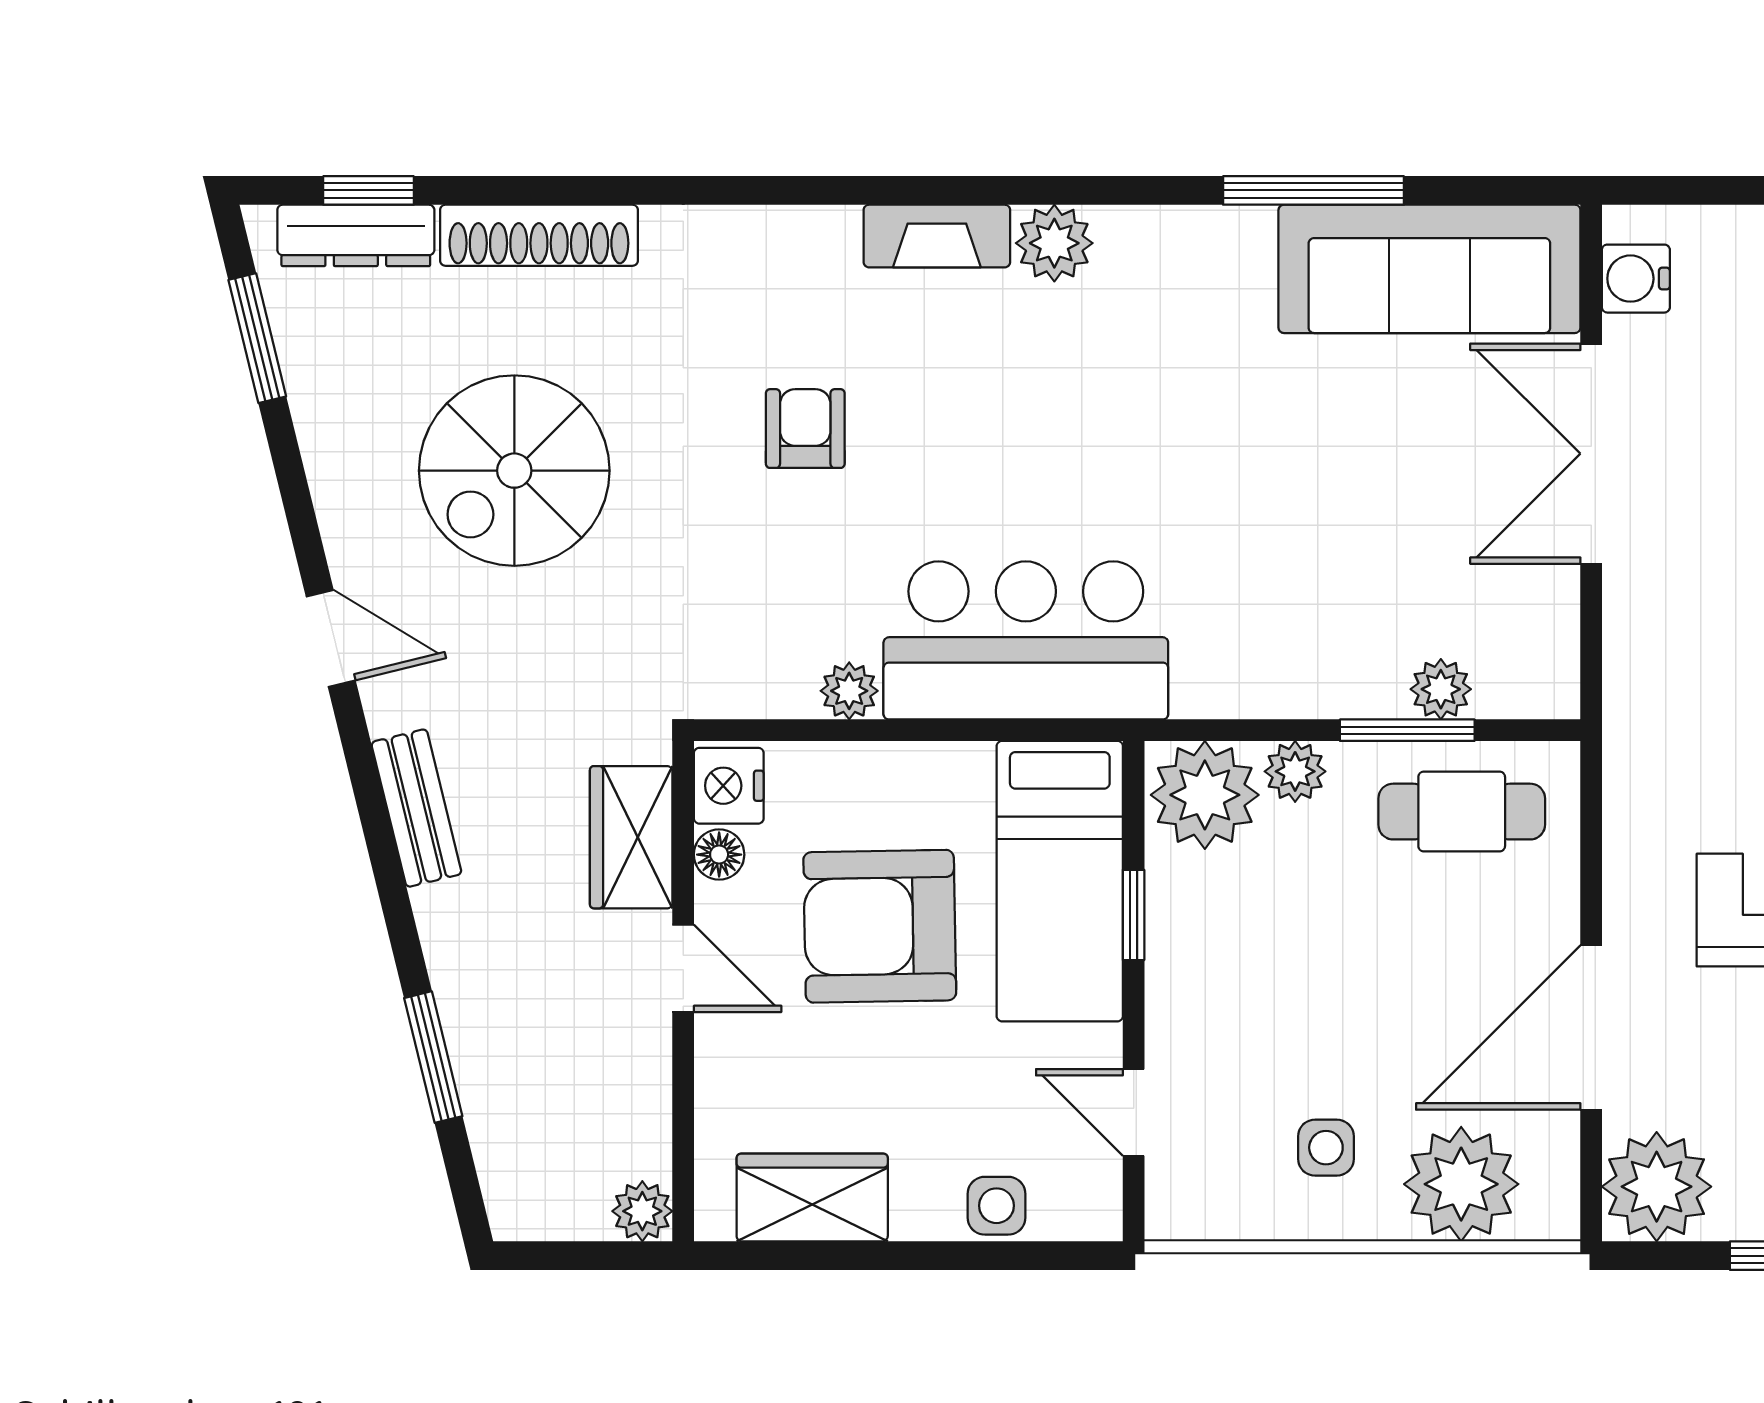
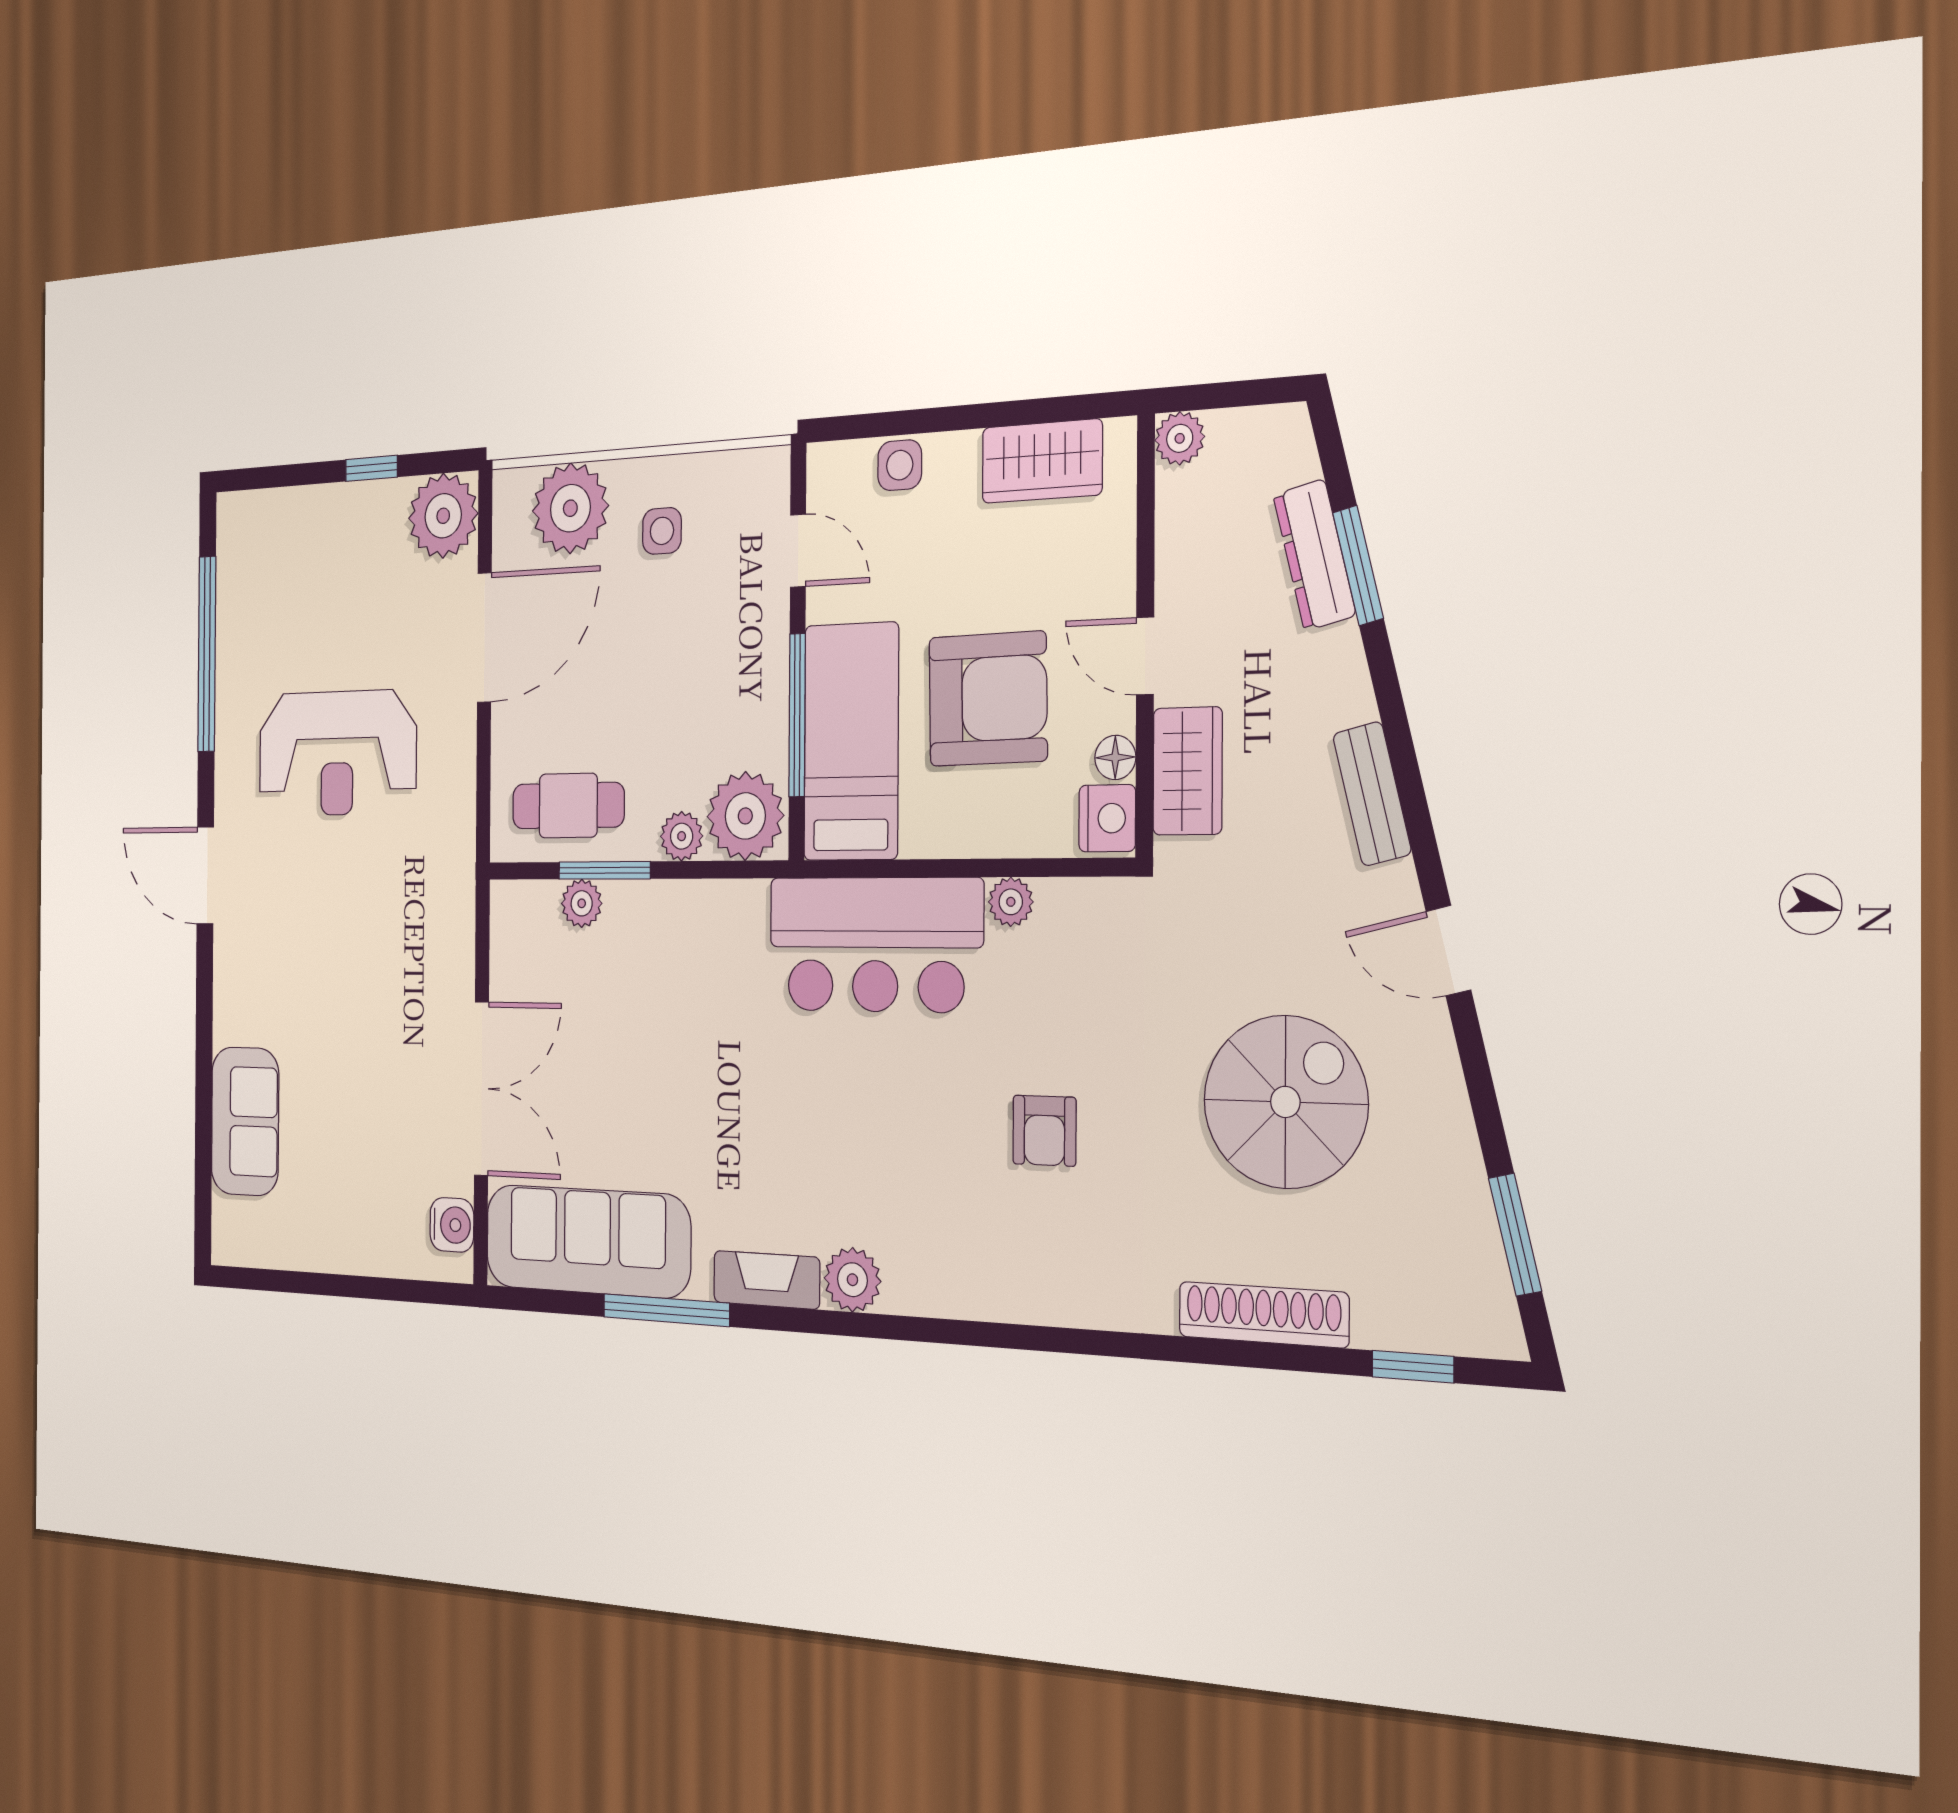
dresser: (356, 235) -> (1314, 555), moved, turned -104
fireplace: (937, 236) -> (767, 1280), moved
window: (1134, 915) -> (797, 715), width x2.17

